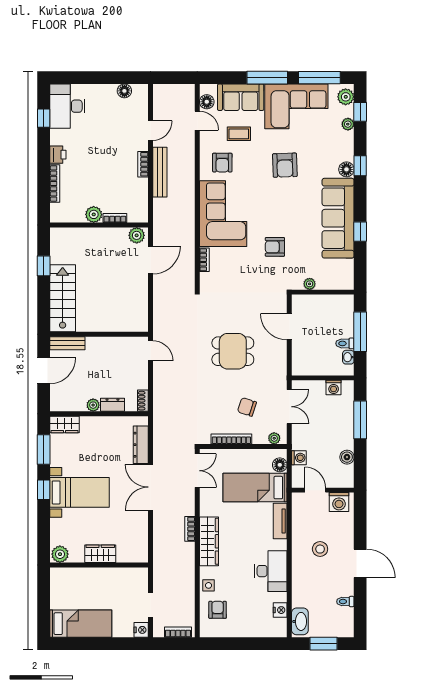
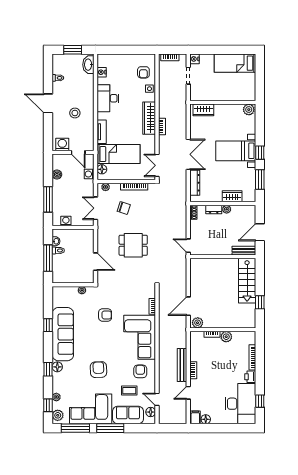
filing cabinet: (140, 94) -> (195, 417), added
desk: (67, 106) -> (240, 404), width x1.36, depth x1.30
wardrobe: (64, 425) -> (232, 196), moved
wardrobe: (100, 554) -> (203, 110), moved

